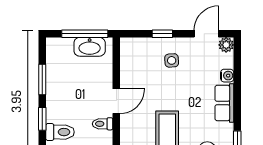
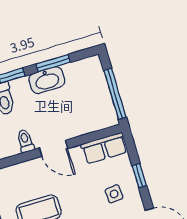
washbasin: (90, 47) -> (47, 80), moved, turned -90
row of seats: (129, 57) -> (104, 148), added

